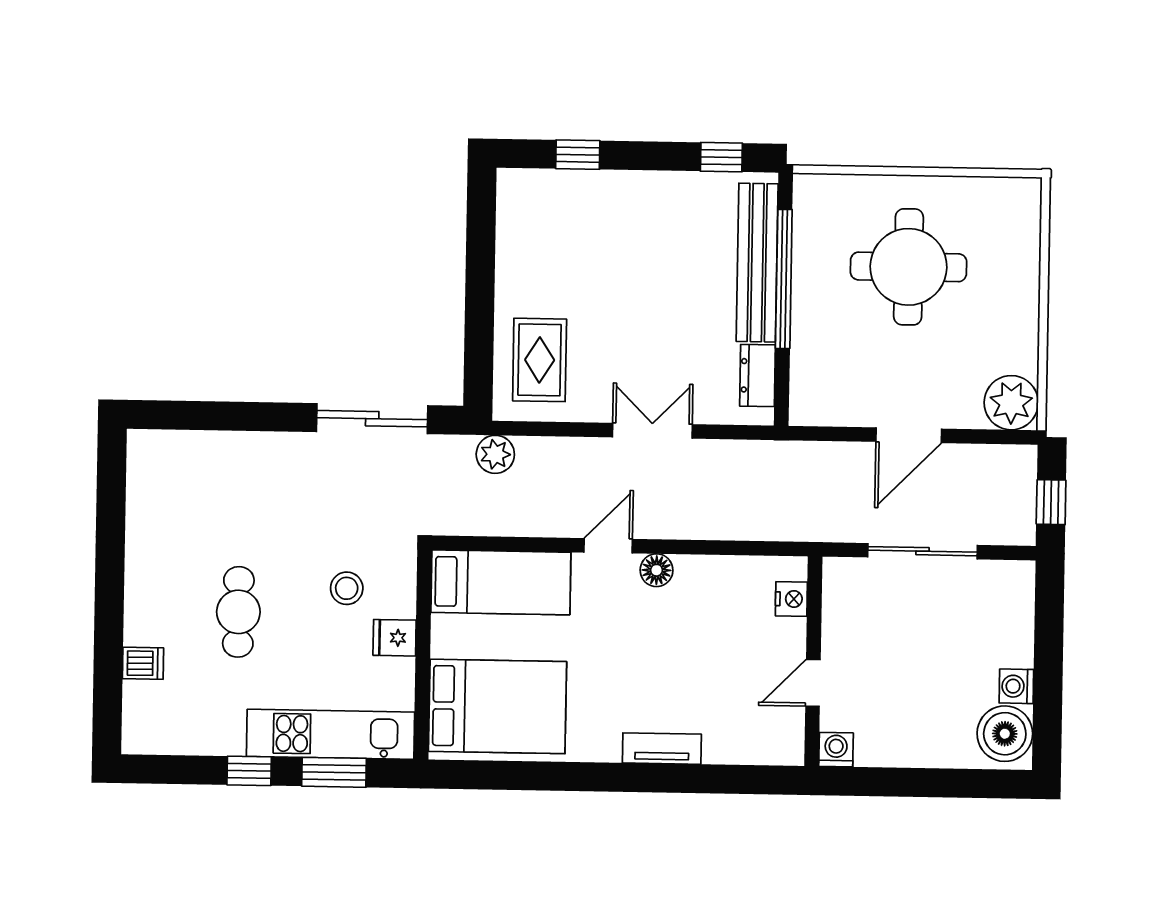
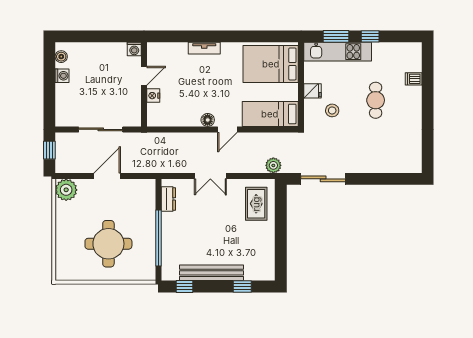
bench: (757, 263) -> (212, 273), moved, turned 90
nightstand: (791, 599) -> (153, 96), moved
boiler: (1005, 734) -> (61, 57), width x0.54, depth x0.54

